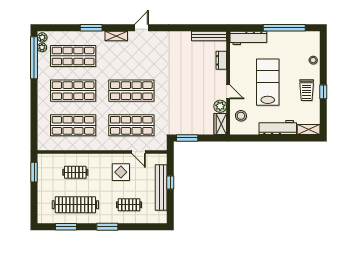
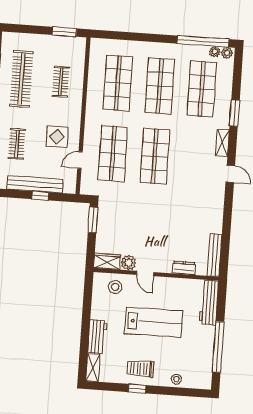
door: (228, 92) -> (145, 273), hinge flipped
workbench: (278, 127) -> (97, 337), width x0.73

